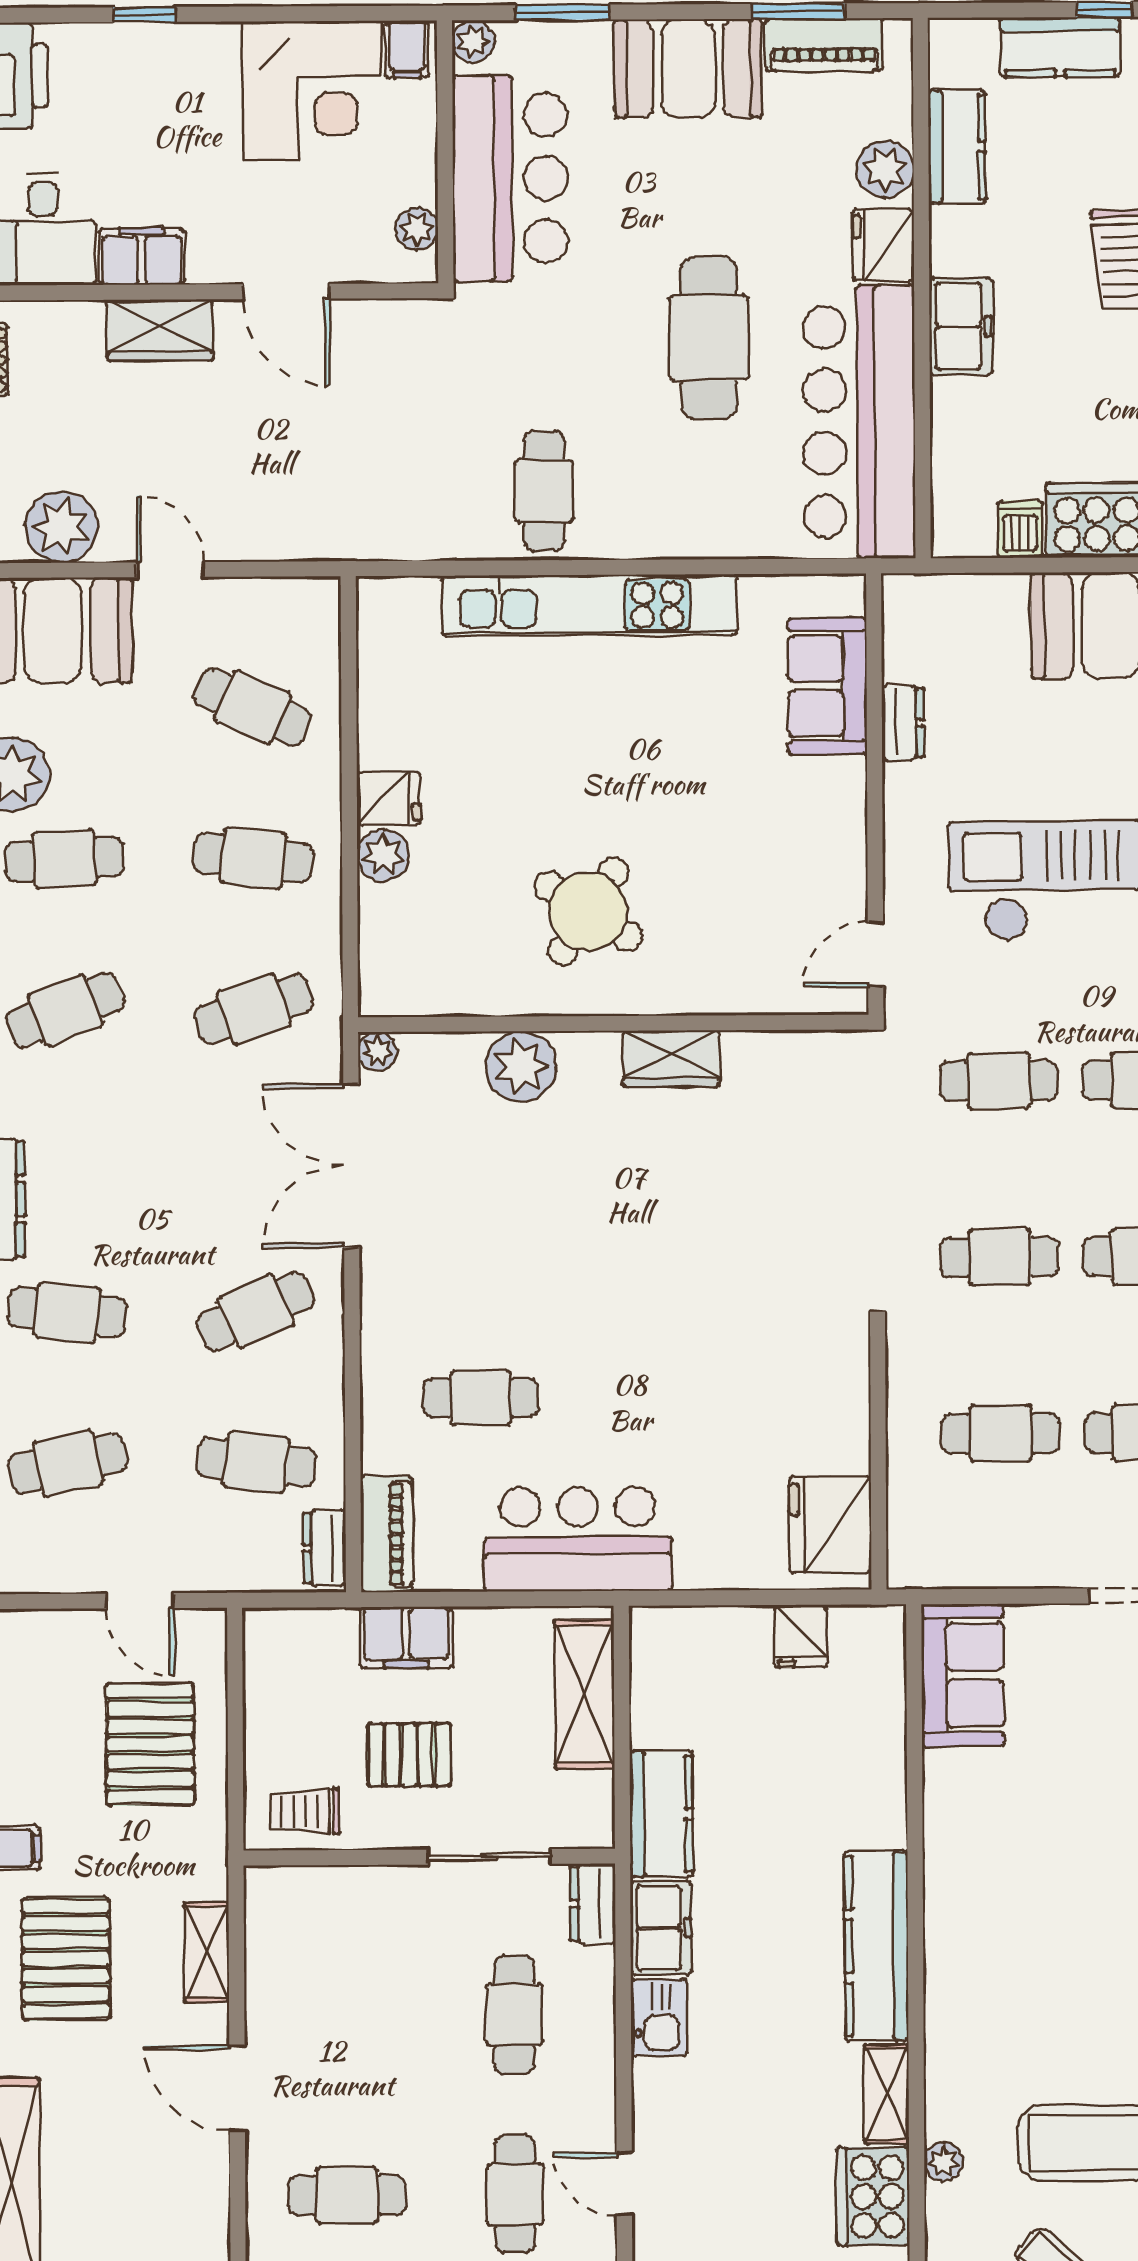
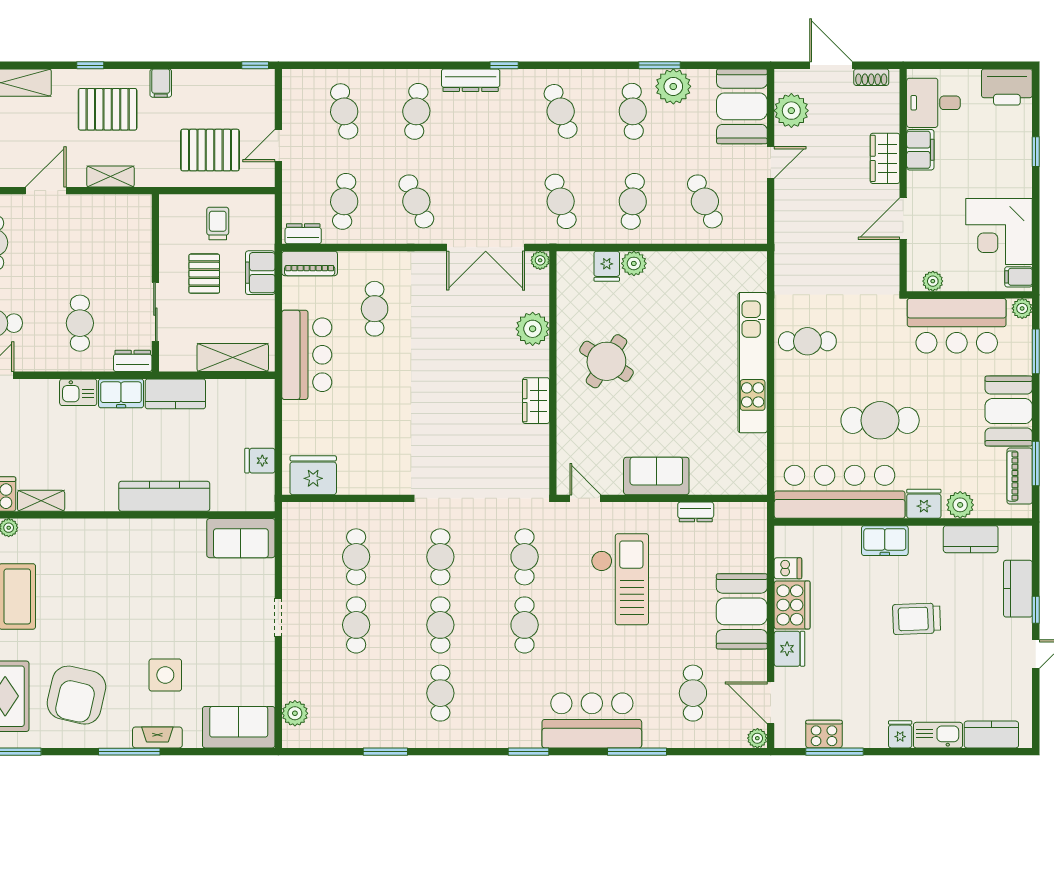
sofa: (827, 686) -> (656, 476), moved
cafe table: (252, 707) -> (705, 201), turned -48
fridge: (389, 798) -> (607, 266), moved
double door: (351, 1166) -> (486, 247), swing flipped
trolley: (304, 1811) -> (218, 223), moved
kitchen counter: (876, 1946) -> (164, 496), moved
cafe table: (514, 2015) -> (80, 323), turned 90

